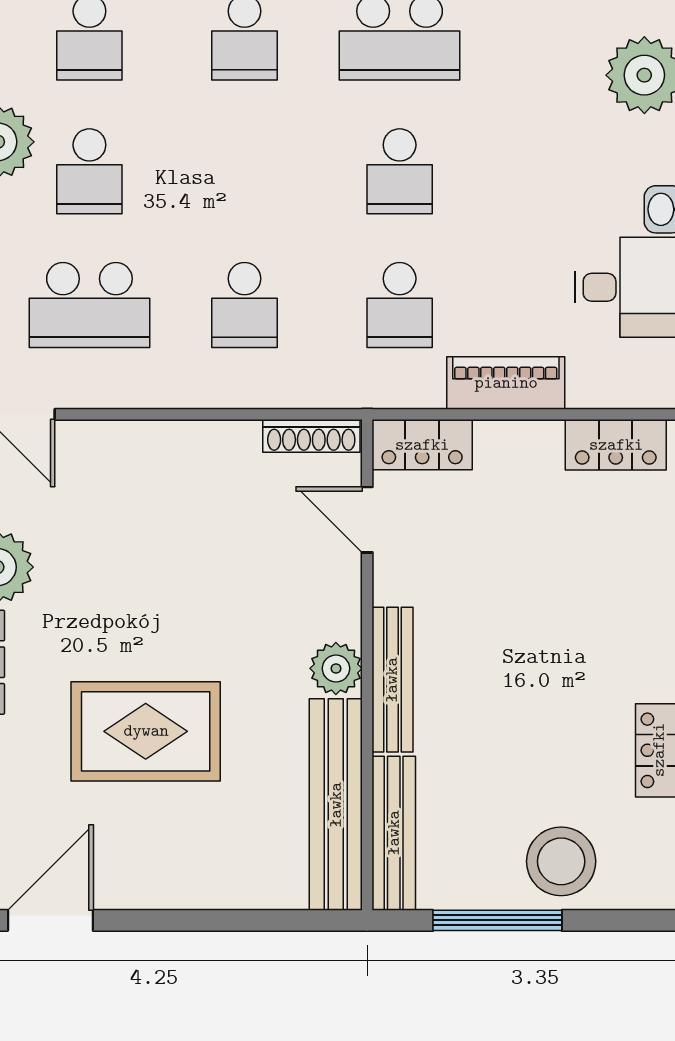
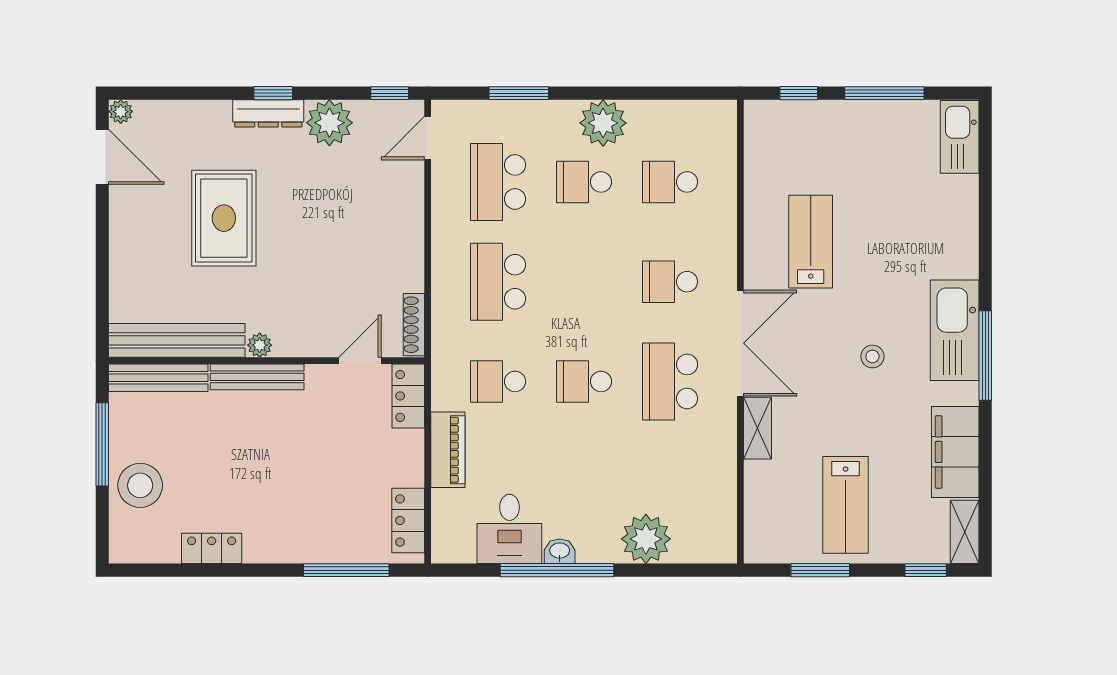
school desk: (245, 305) -> (498, 282), width x1.85
plant: (336, 668) -> (260, 345), width x0.73, depth x0.73

